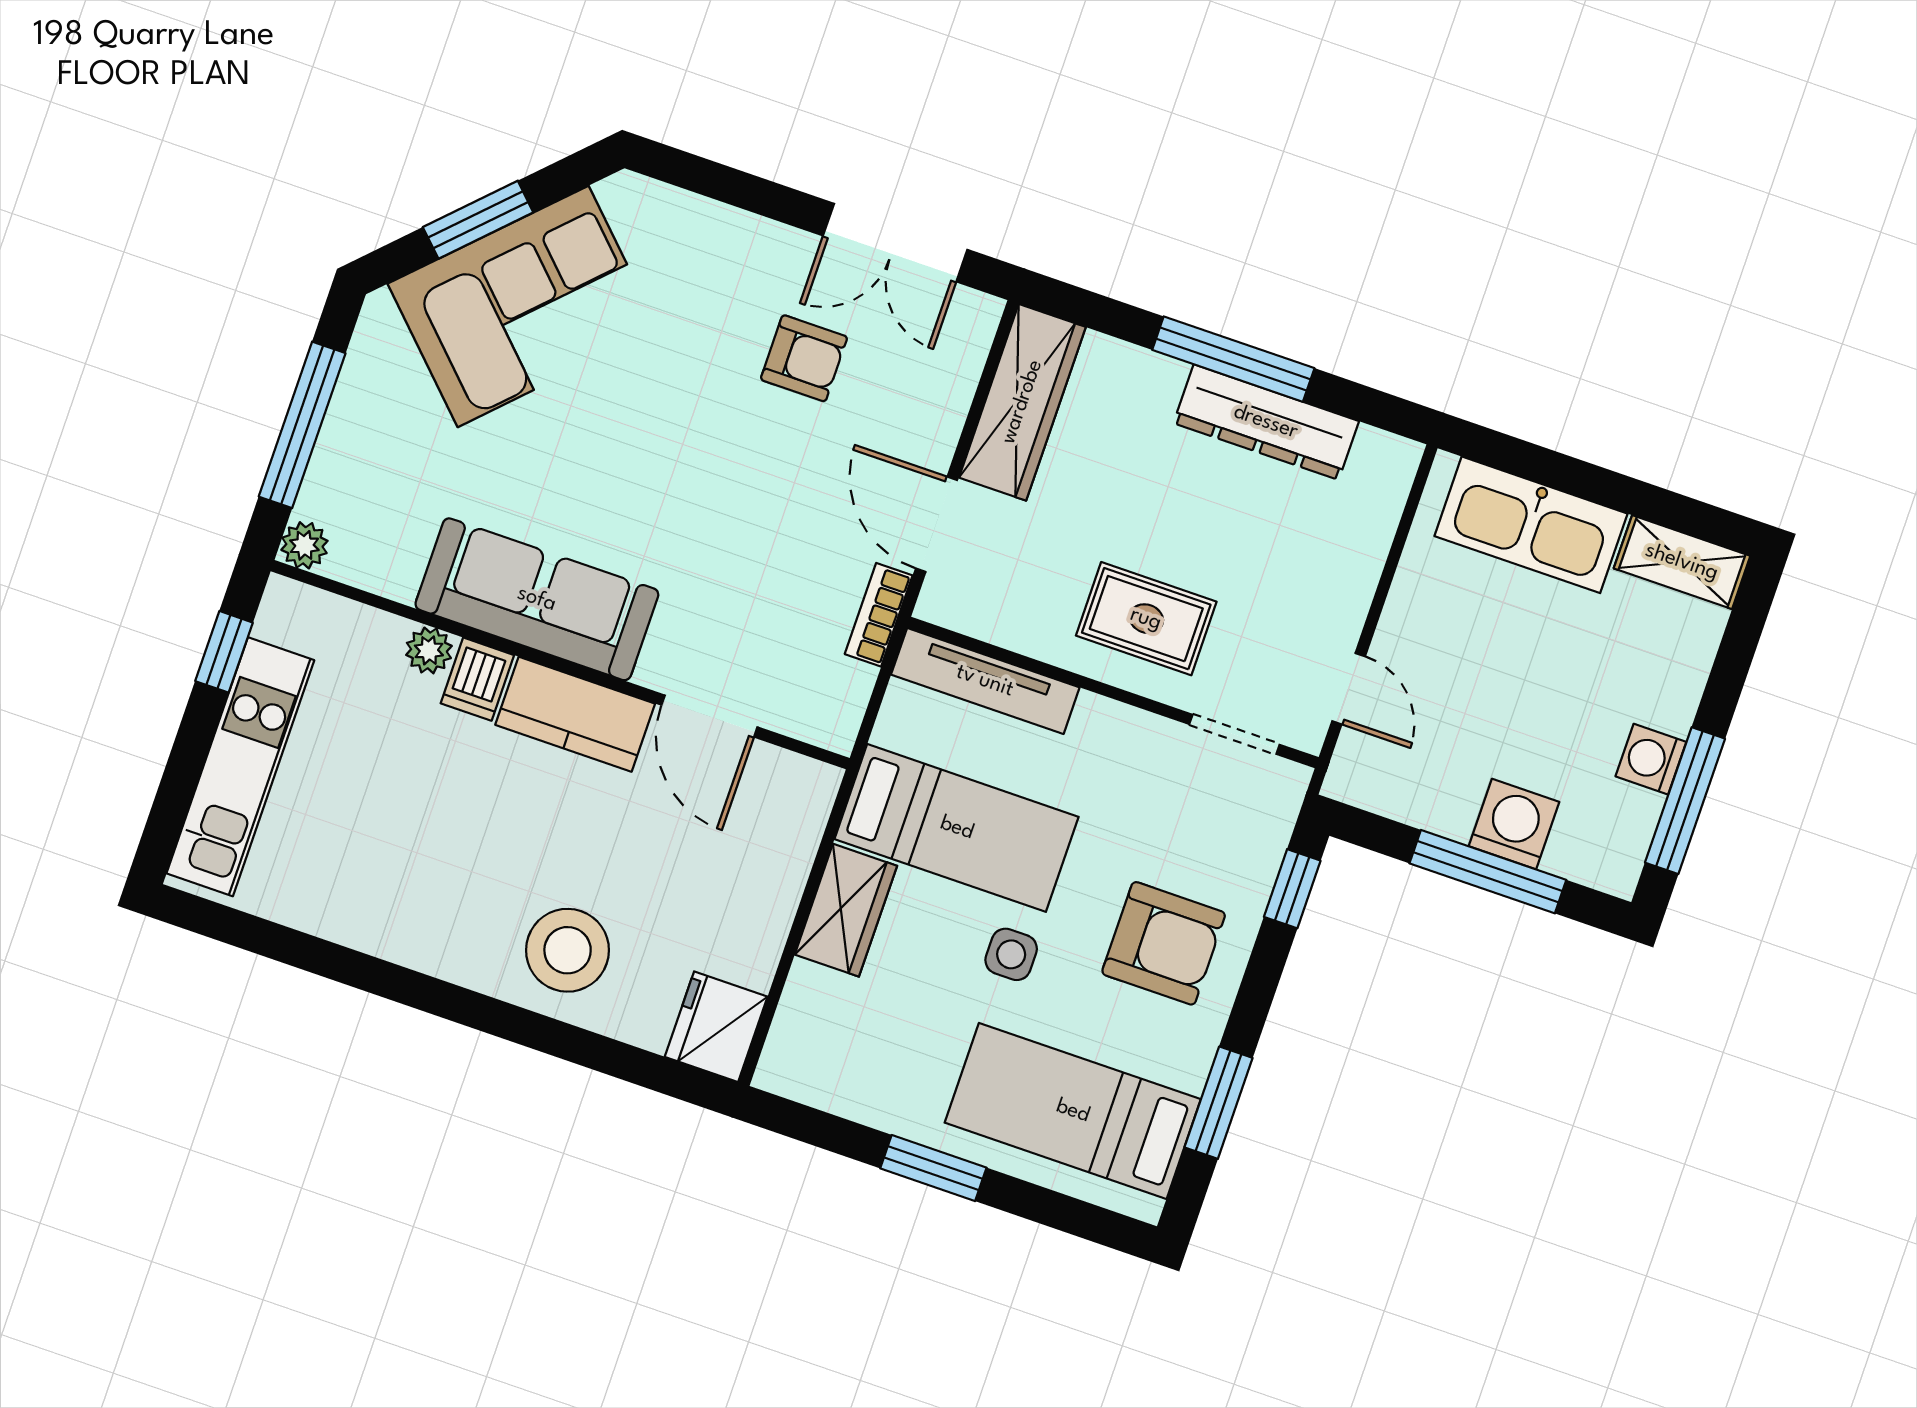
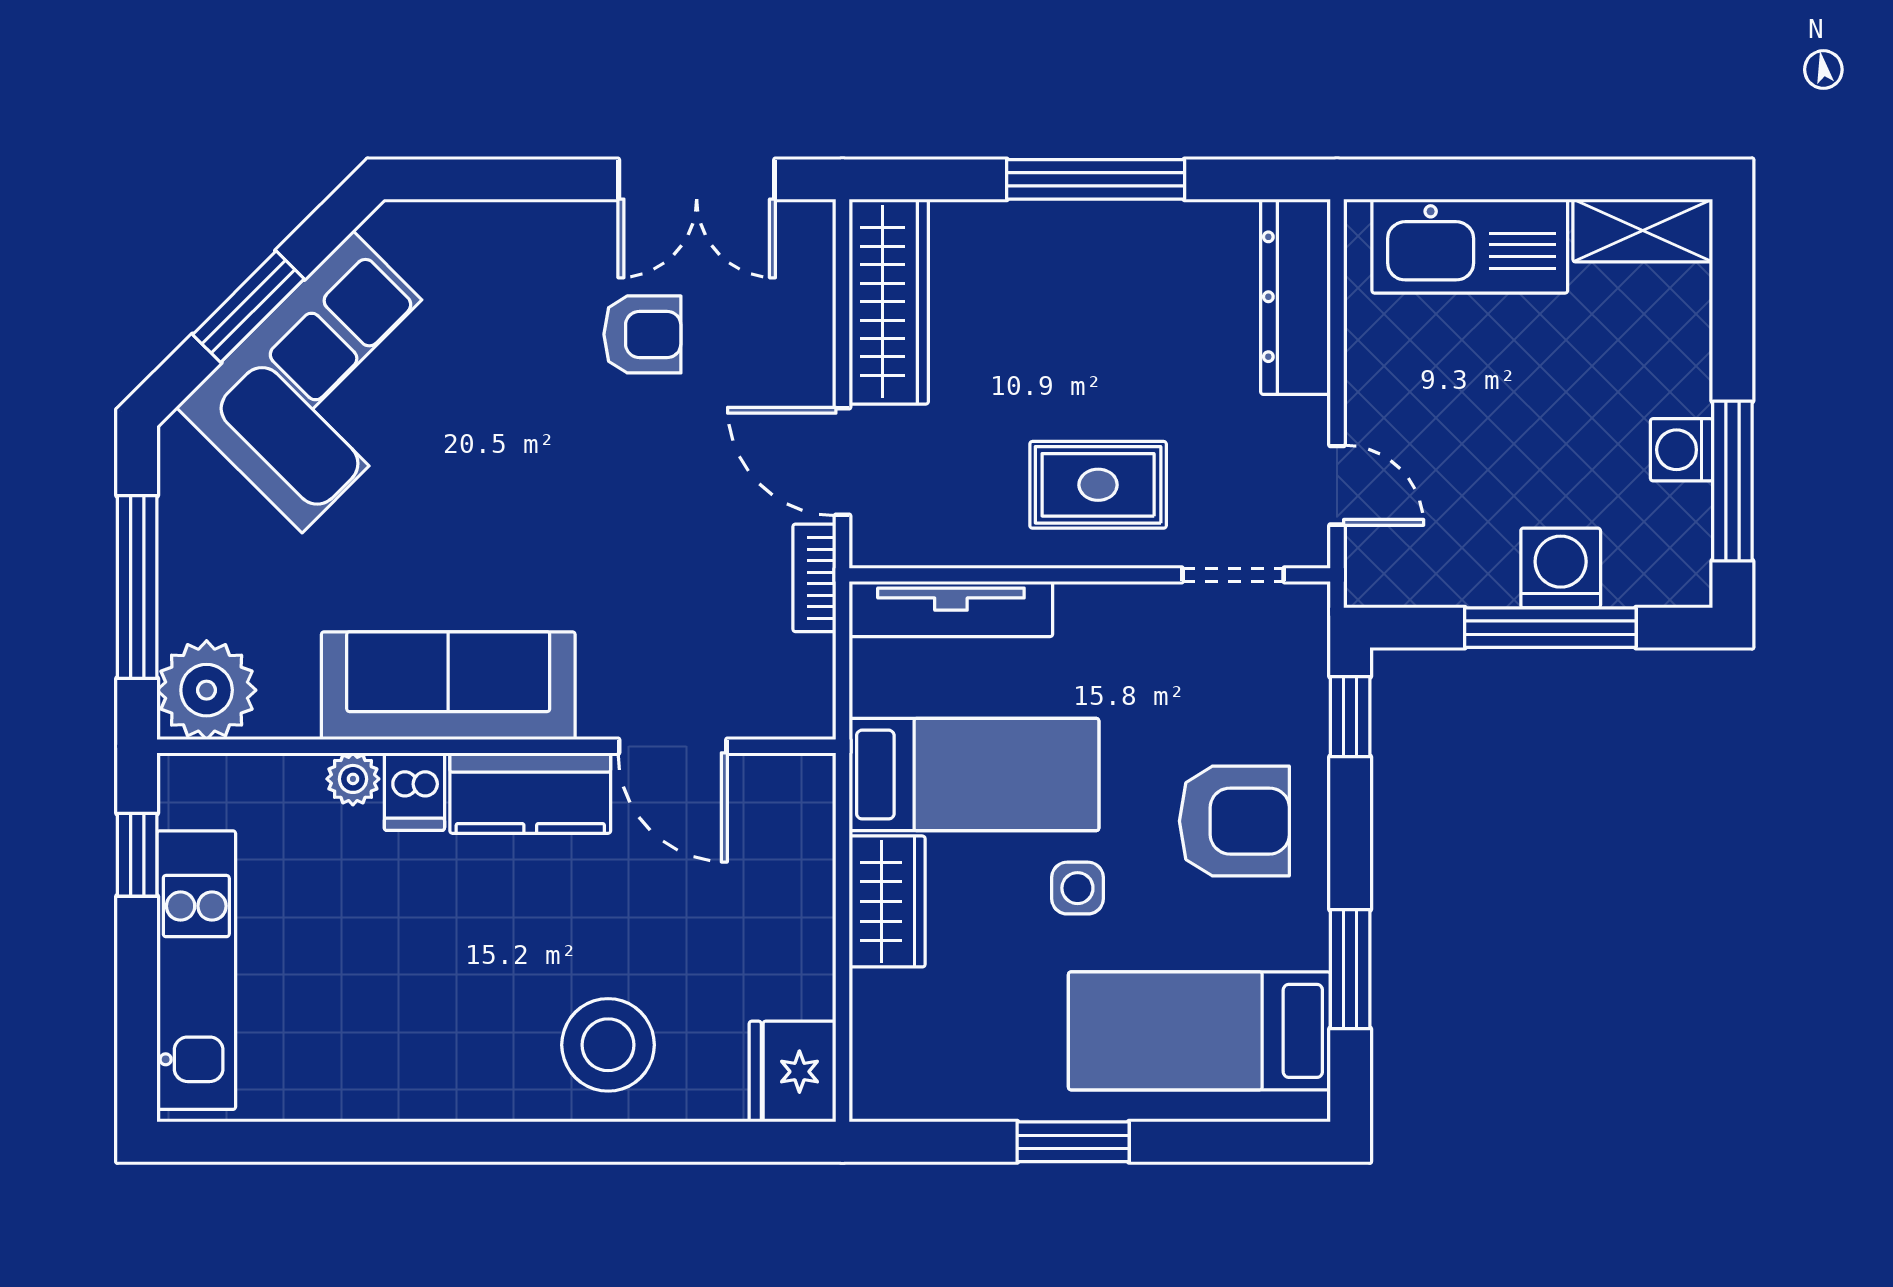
dresser: (1266, 422) -> (1296, 297), moved, turned 90
plant: (304, 545) -> (207, 690), width x1.88, depth x1.88

